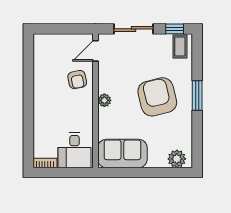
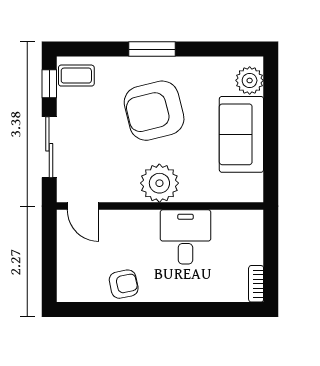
armchair: (77, 80) -> (124, 284), moved
plant: (104, 100) -> (159, 183), width x1.87, depth x1.87
desk: (75, 150) -> (185, 237), moved, turned -90
sofa: (122, 153) -> (241, 134), moved

